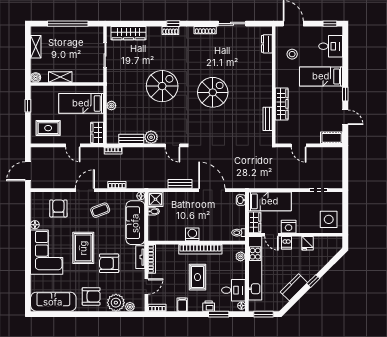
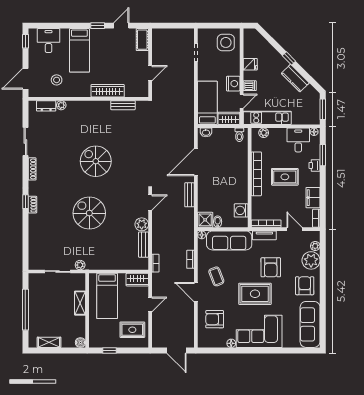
wardrobe: (129, 33) -> (35, 247), removed
plant: (267, 59) -> (61, 105), added
shelving: (60, 77) -> (80, 303), moved
plant: (111, 106) -> (80, 265), moved
rug: (48, 128) -> (132, 330), turned 90
washing machine: (192, 234) -> (241, 210), moved
kitchen unit: (255, 268) -> (267, 118), width x0.73
filing cabinet: (182, 305) -> (313, 198), width x2.00

